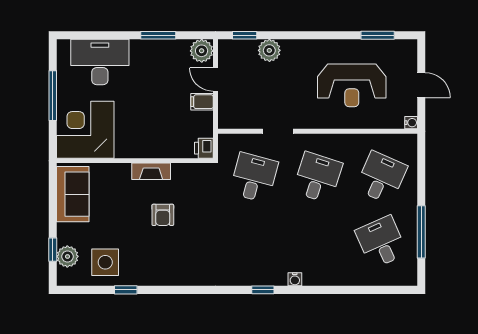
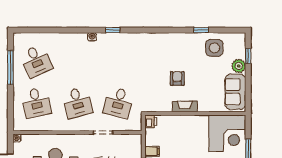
desk: (318, 177) -> (77, 103), turned -33
desk: (381, 177) -> (36, 103), turned -36
plant: (67, 256) -> (239, 66), moved

